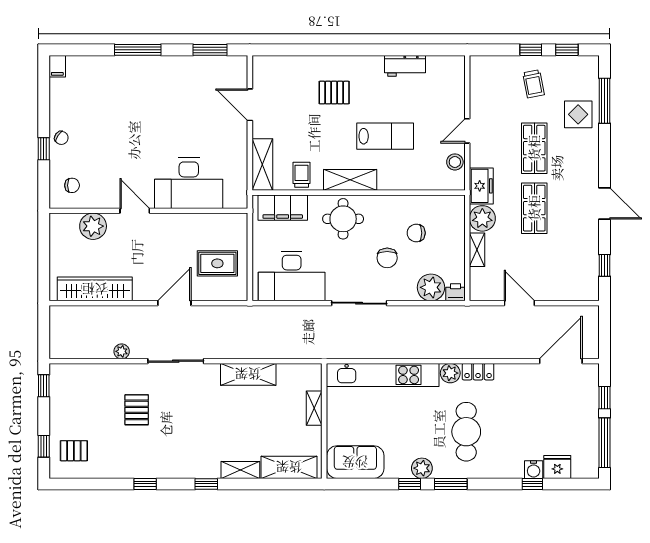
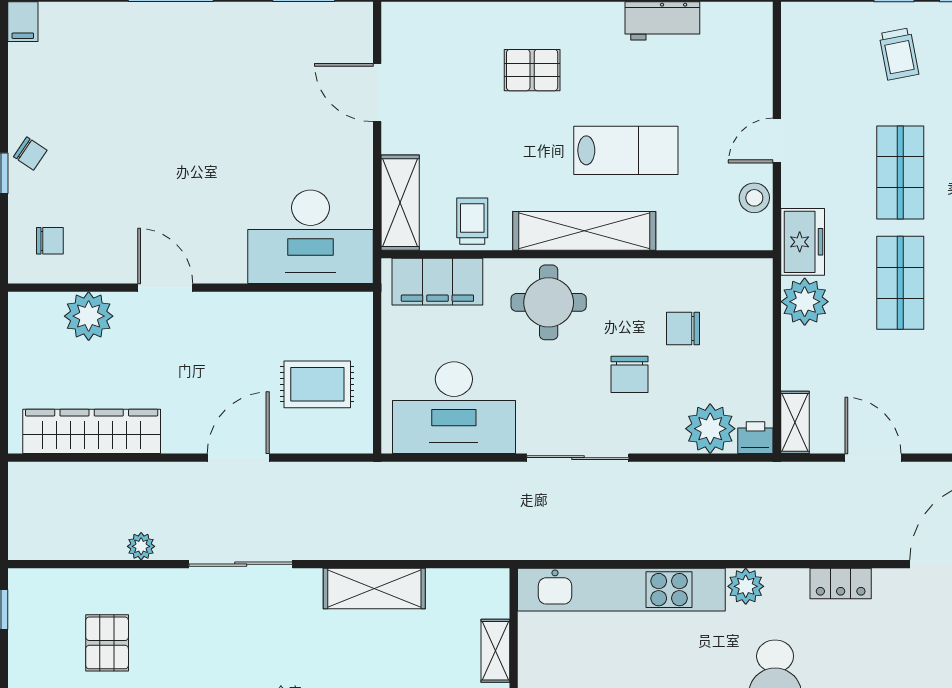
shelving: (350, 180) -> (584, 231), width x1.47
desk: (189, 183) -> (311, 237), moved
shelving: (477, 250) -> (795, 422), moved
locker: (478, 372) -> (841, 584), moved
pallet: (137, 410) -> (107, 643), moved

